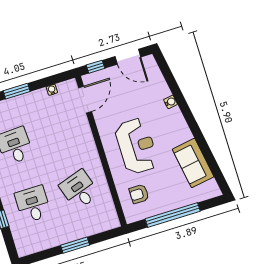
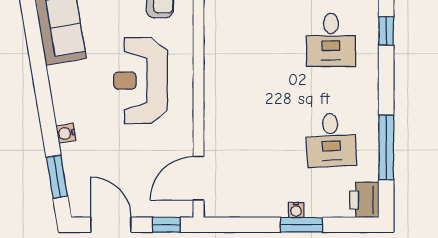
window: (168, 75) -> (57, 177), added
water cooler: (52, 90) -> (296, 210), moved
desk: (79, 190) -> (251, 40), removed

